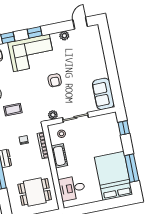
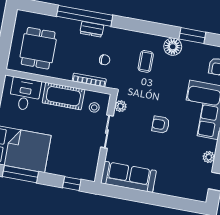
sofa: (103, 94) -> (128, 177), width x1.36
cot: (59, 156) -> (63, 96), width x1.37, depth x1.34

